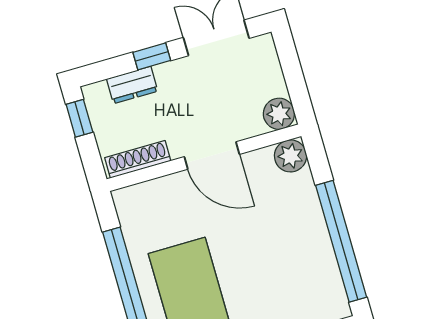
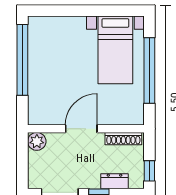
door: (212, 155) -> (81, 129), hinge flipped
plant: (290, 156) -> (37, 116), removed

